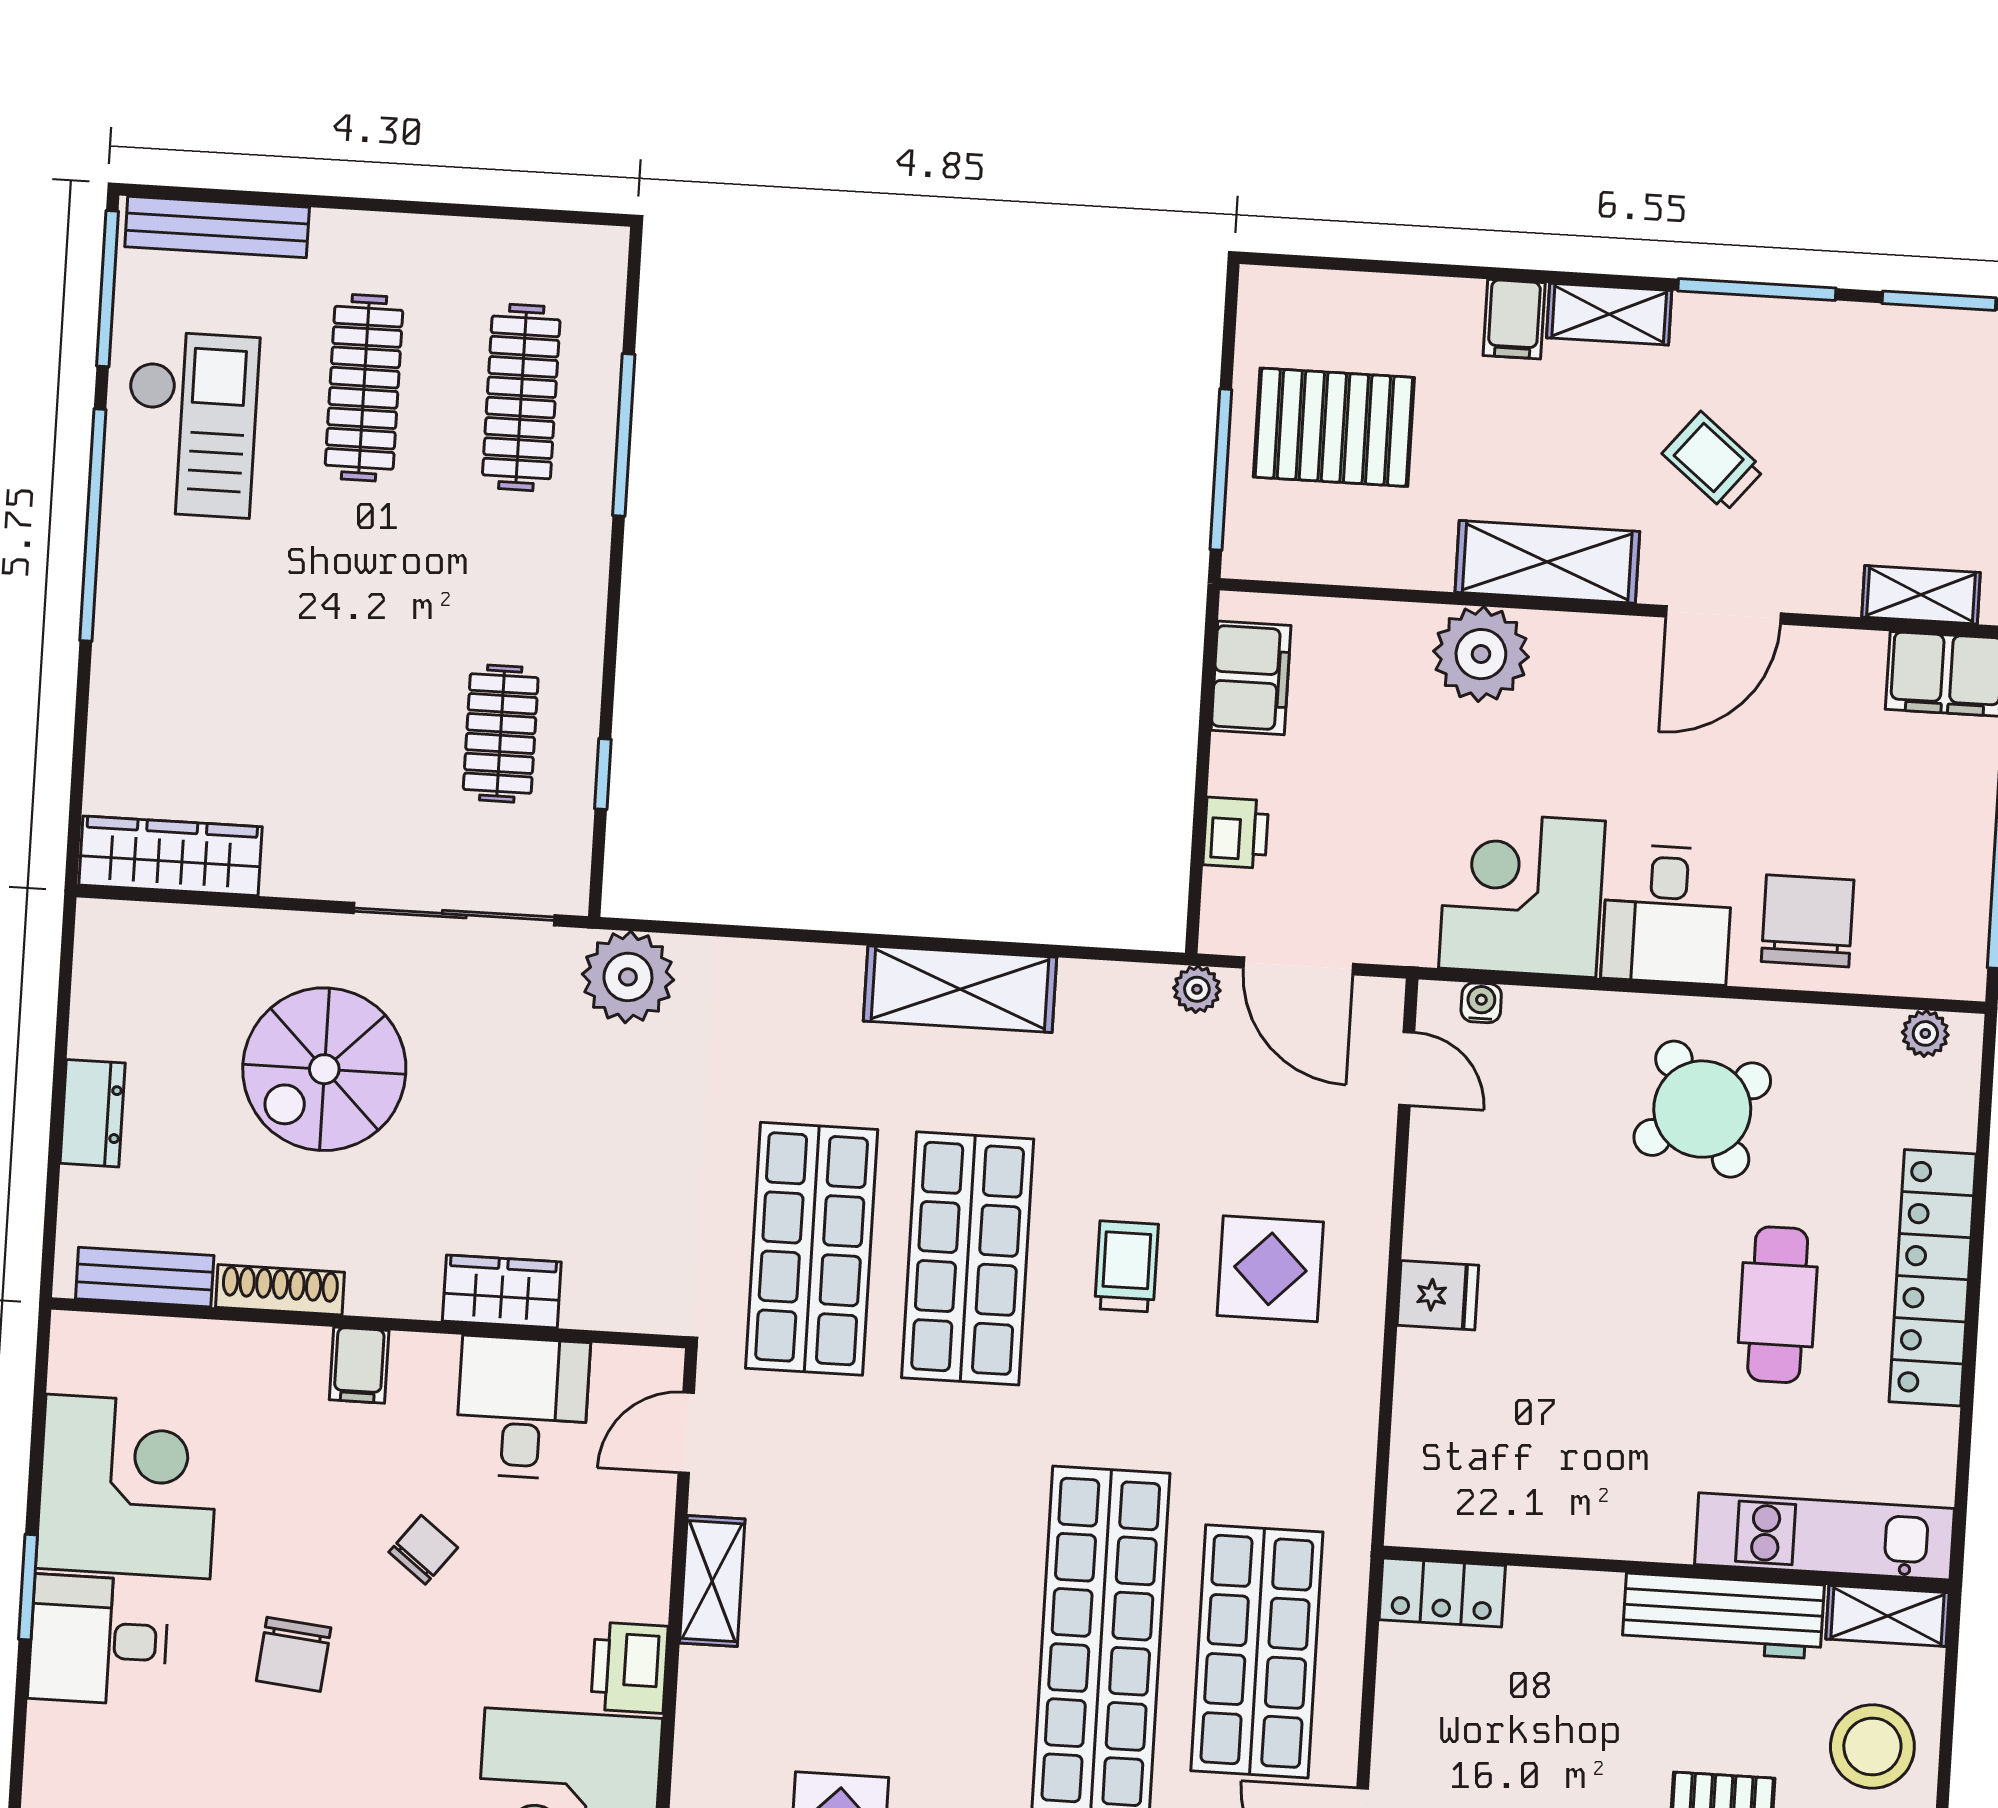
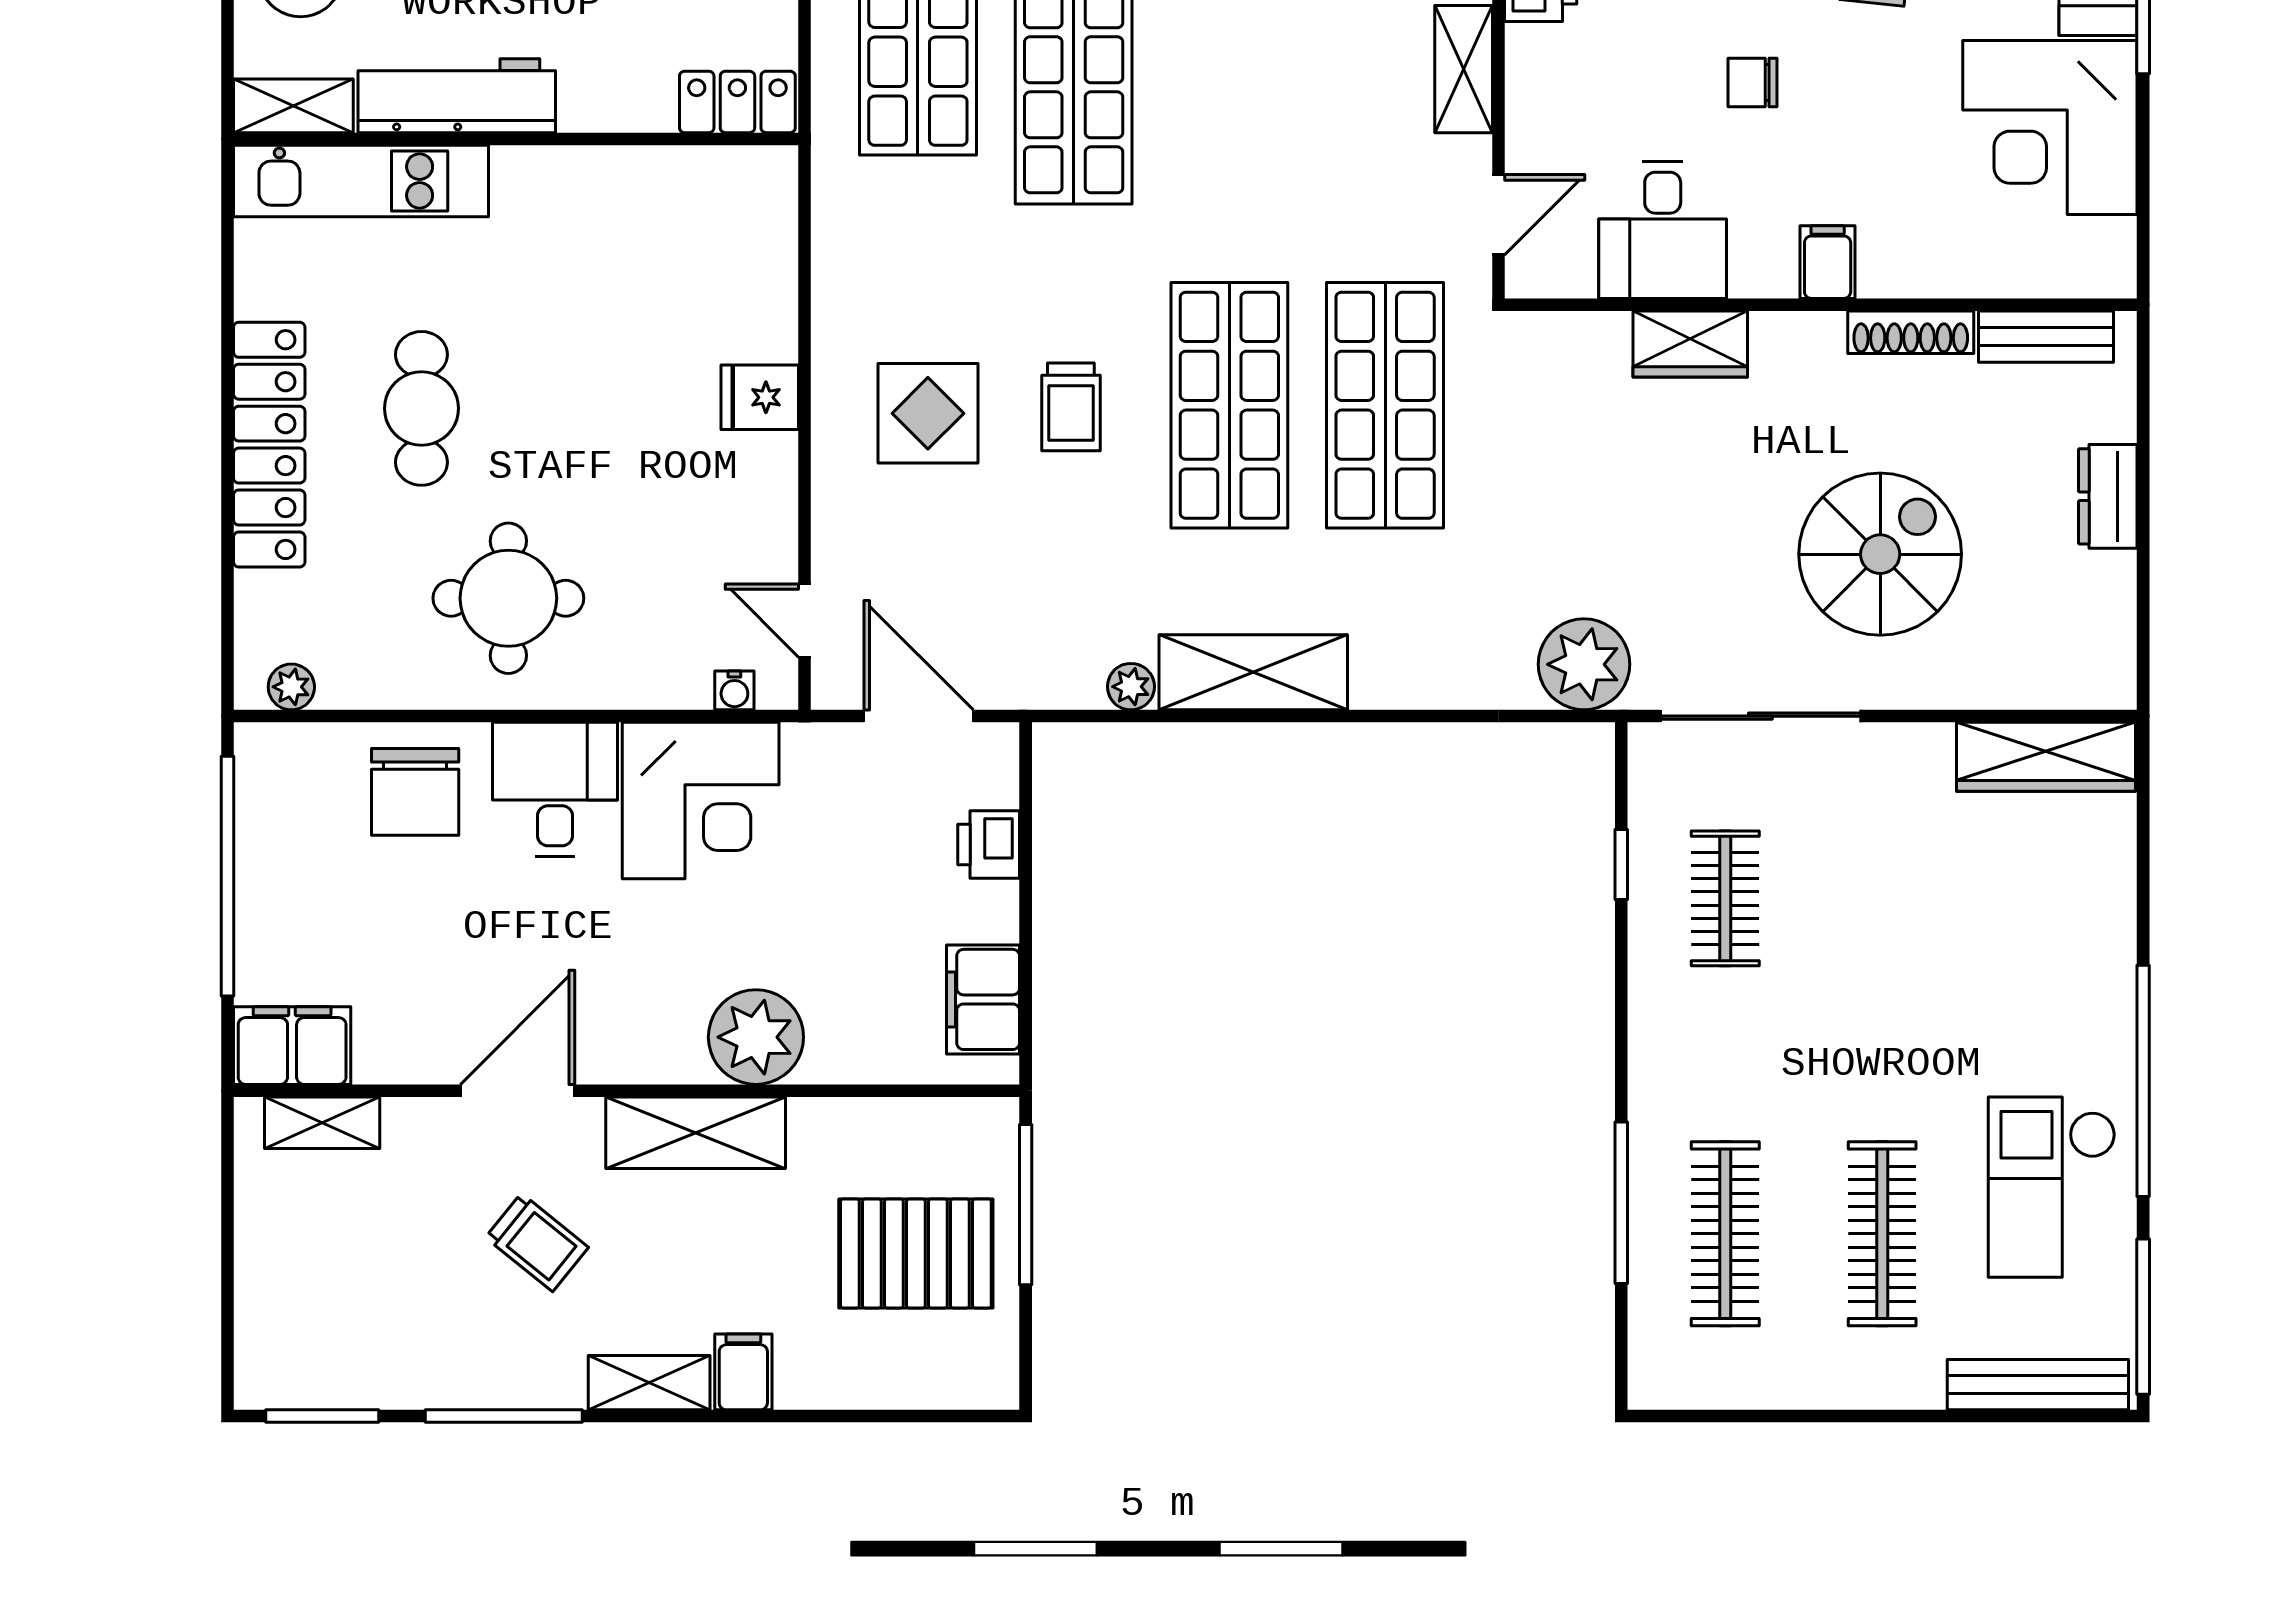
plant: (1197, 989) -> (1131, 687), moved
round table: (1702, 1109) -> (508, 598), turned 33
chair: (423, 1550) -> (1753, 83), turned 52

